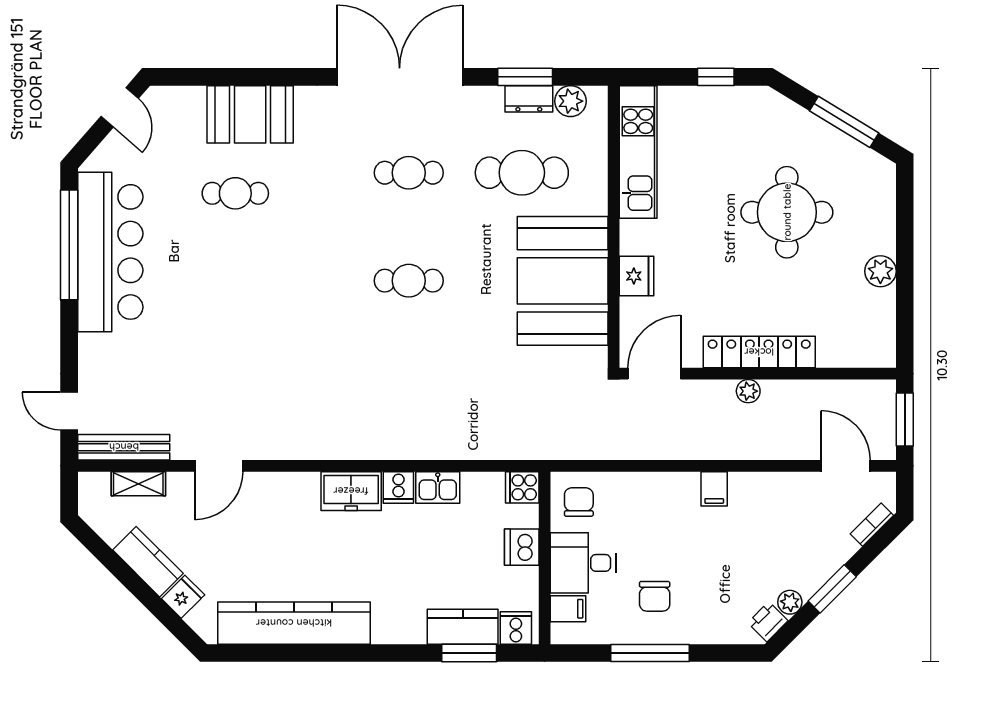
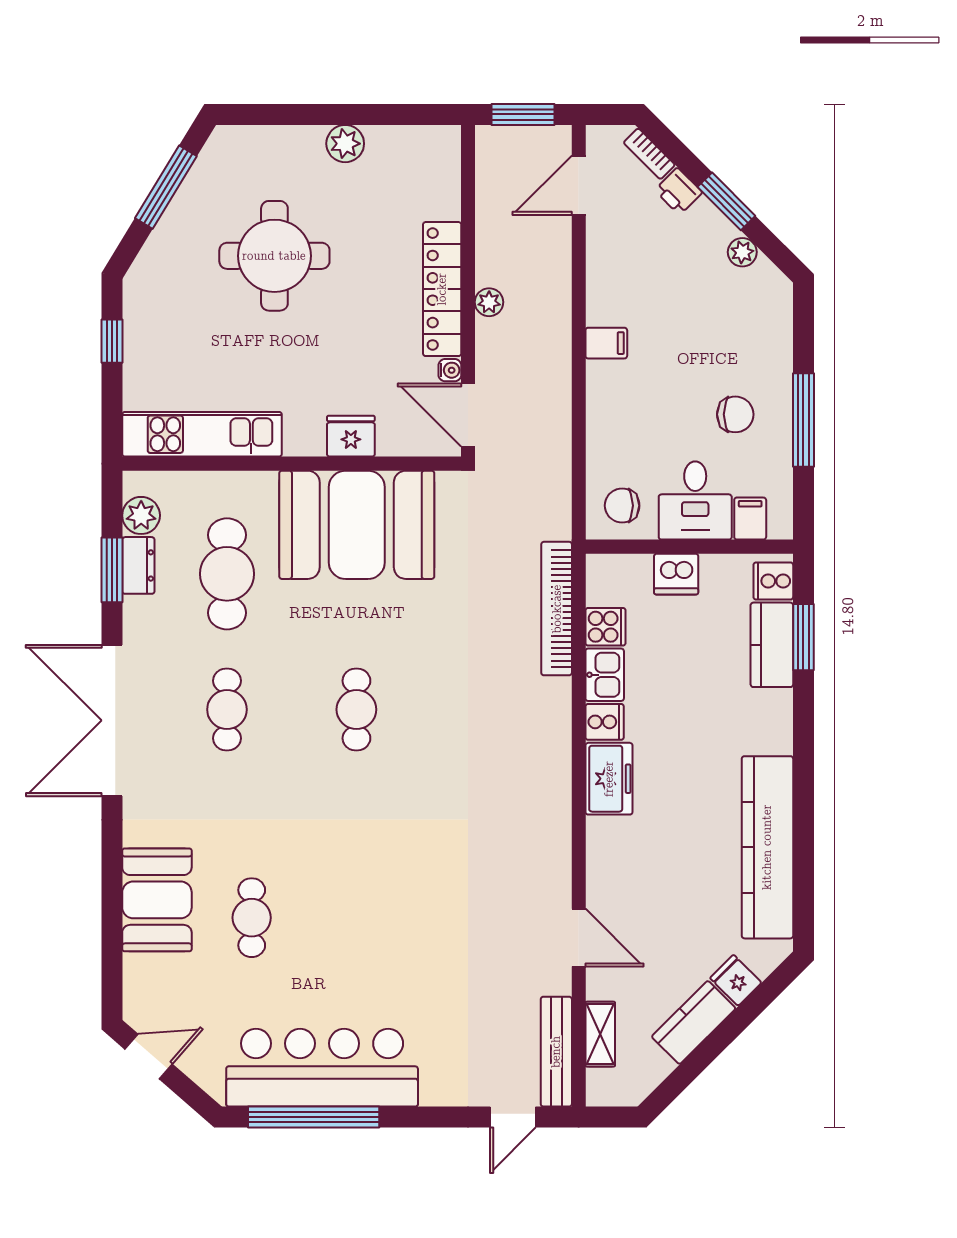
water cooler: (692, 358) -> (450, 370), added
bookcase: (493, 447) -> (557, 609), added
cooker: (522, 487) -> (606, 627), moved, turned -90
printer: (768, 622) -> (678, 191), moved

